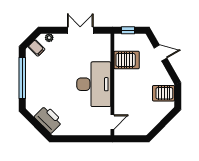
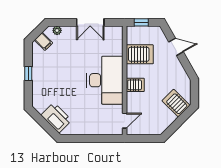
double door: (80, 30) -> (90, 22), swing flipped
window: (22, 78) -> (28, 74), width x0.32
server rack: (122, 89) -> (135, 85), added
server rack: (163, 93) -> (176, 103), moved, turned 45

